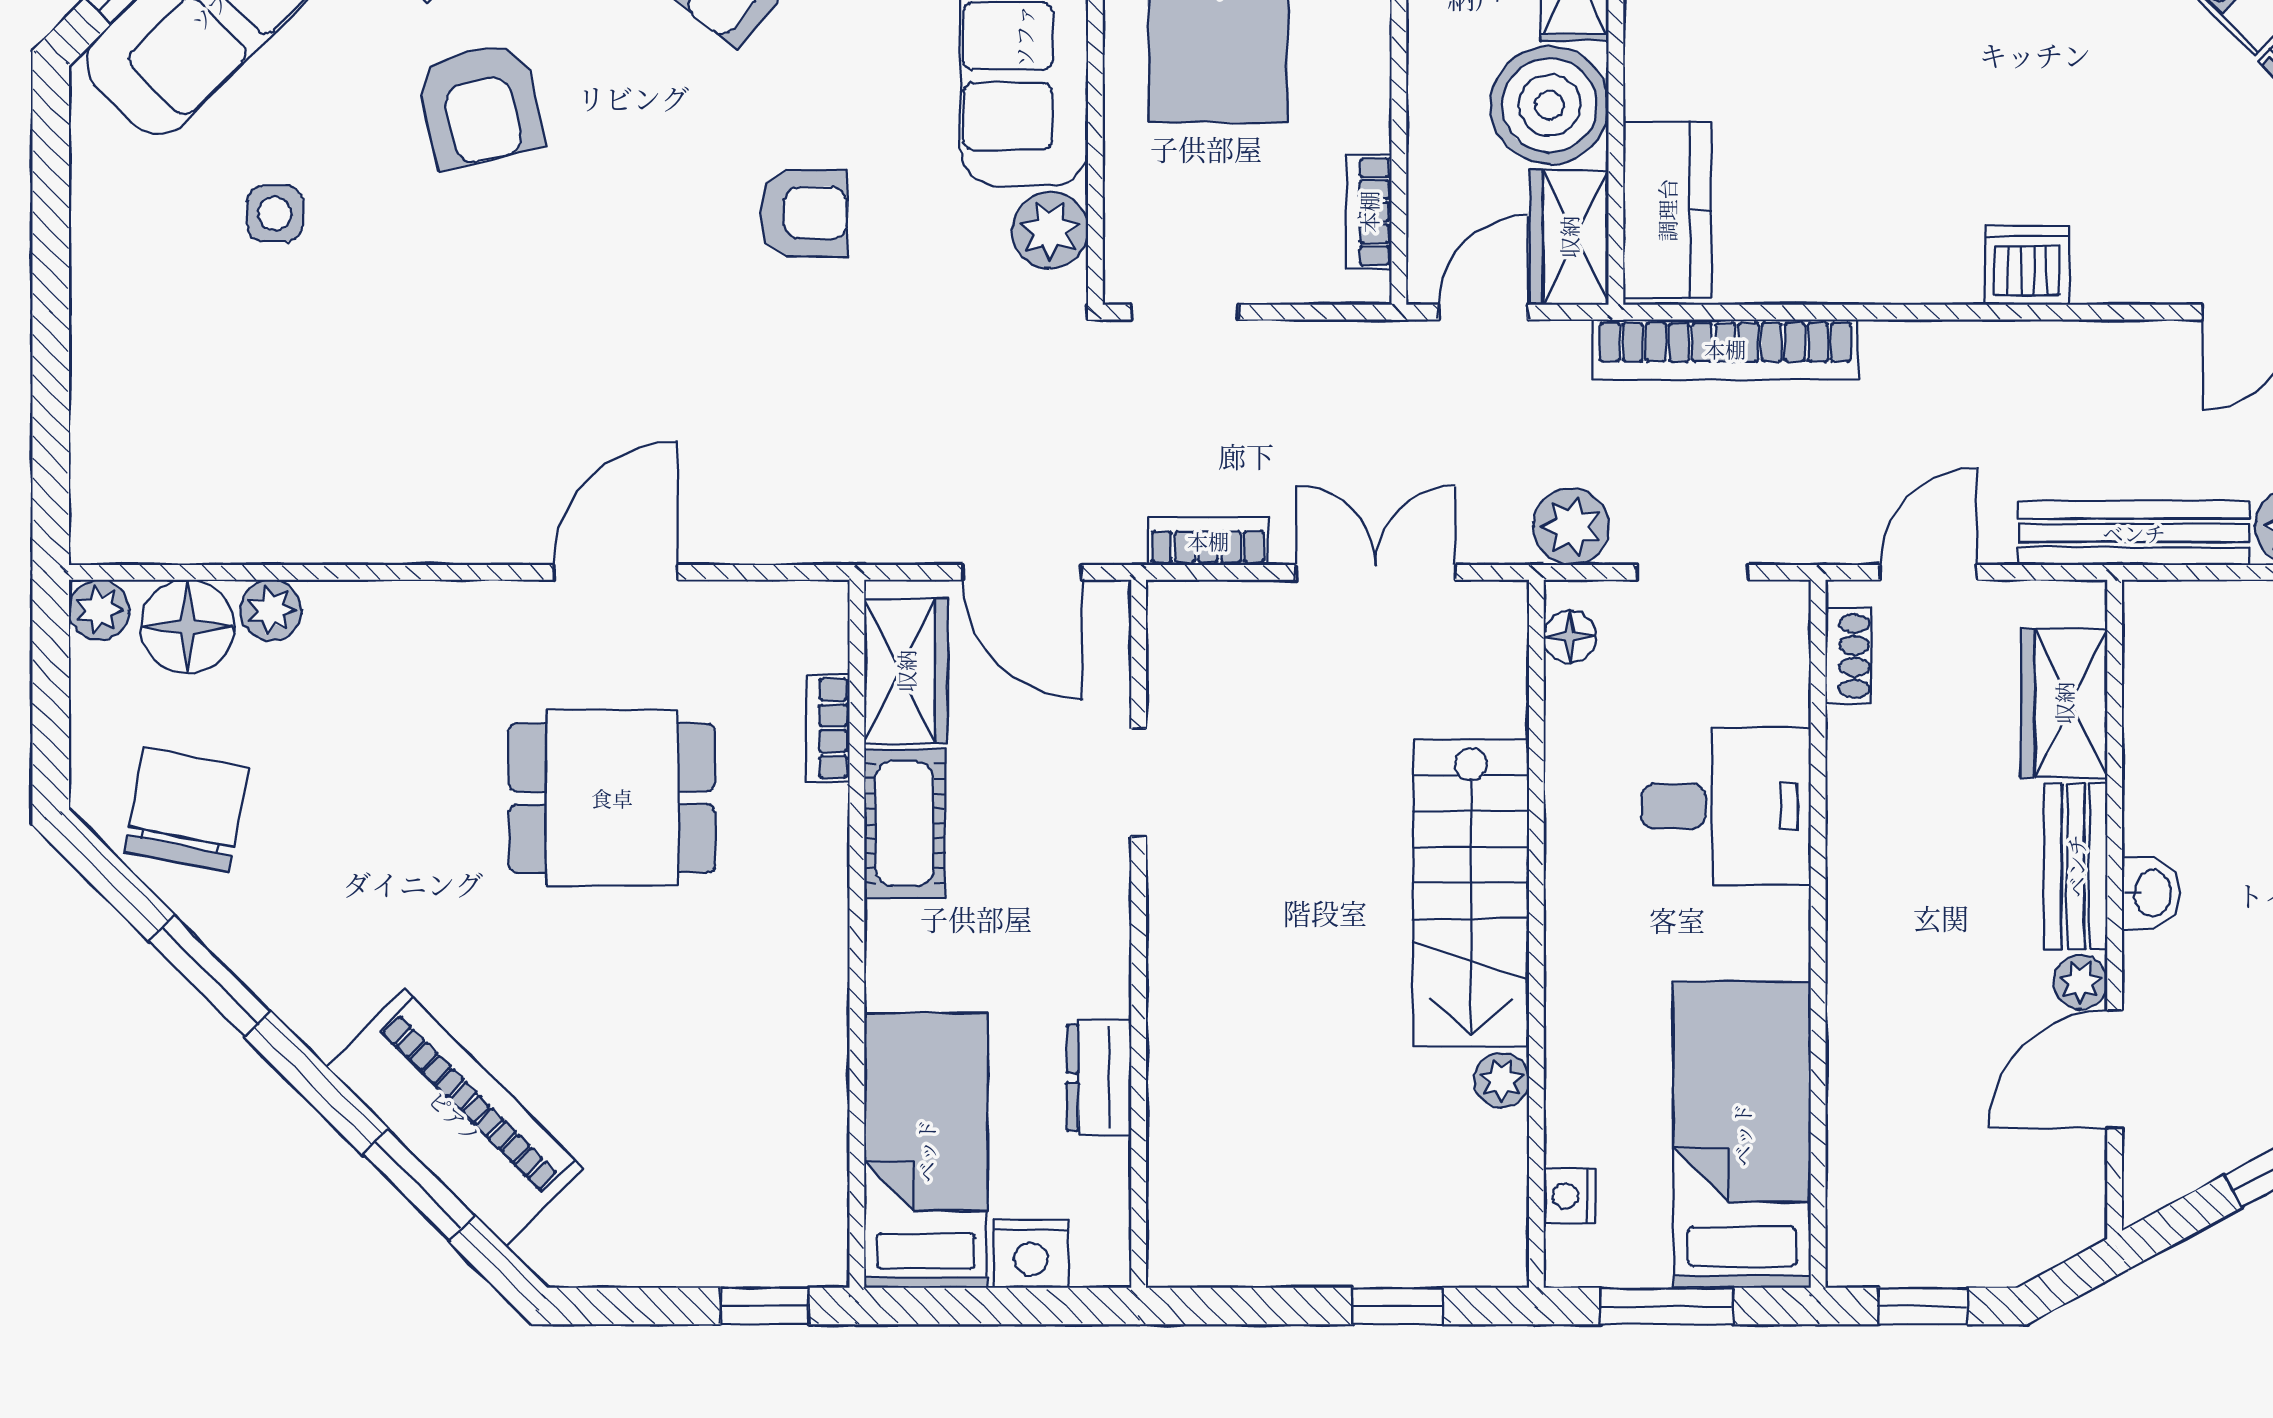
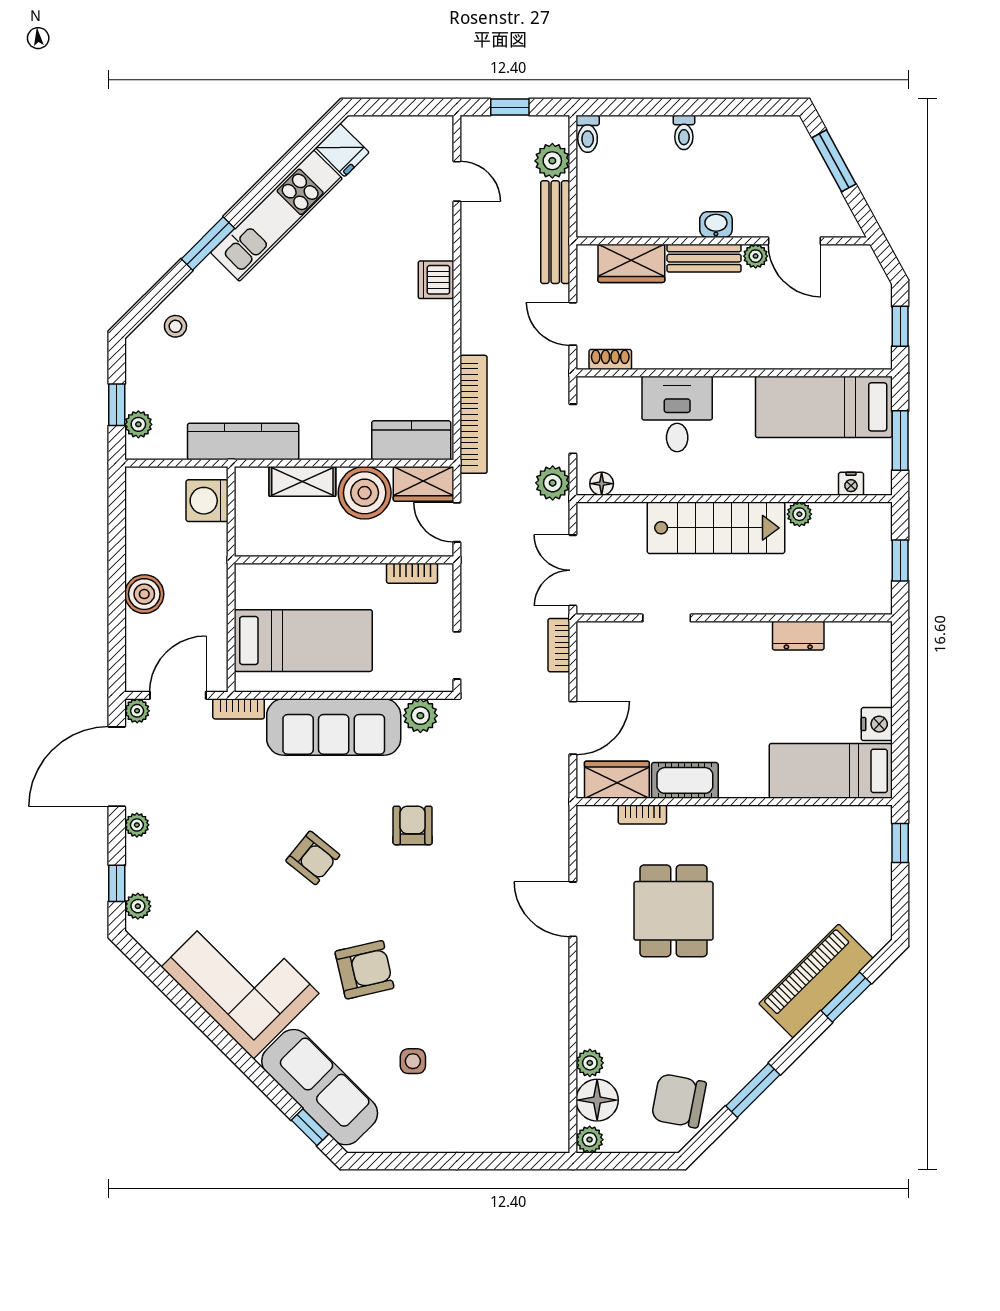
doorway: (1139, 782) -> (667, 618), moved
wall: (1139, 934) -> (734, 618), moved
dresser: (1099, 1078) -> (798, 636), moved

